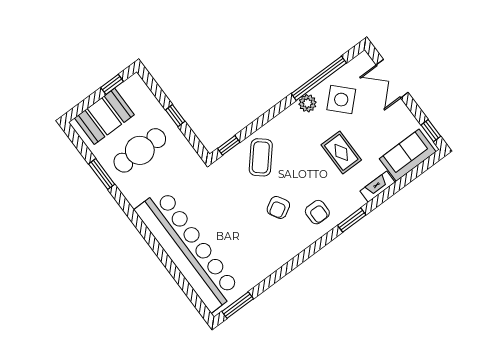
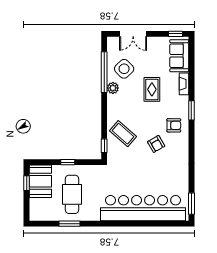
booth: (104, 116) -> (40, 181), moved
rug: (341, 152) -> (152, 89), turned 90

